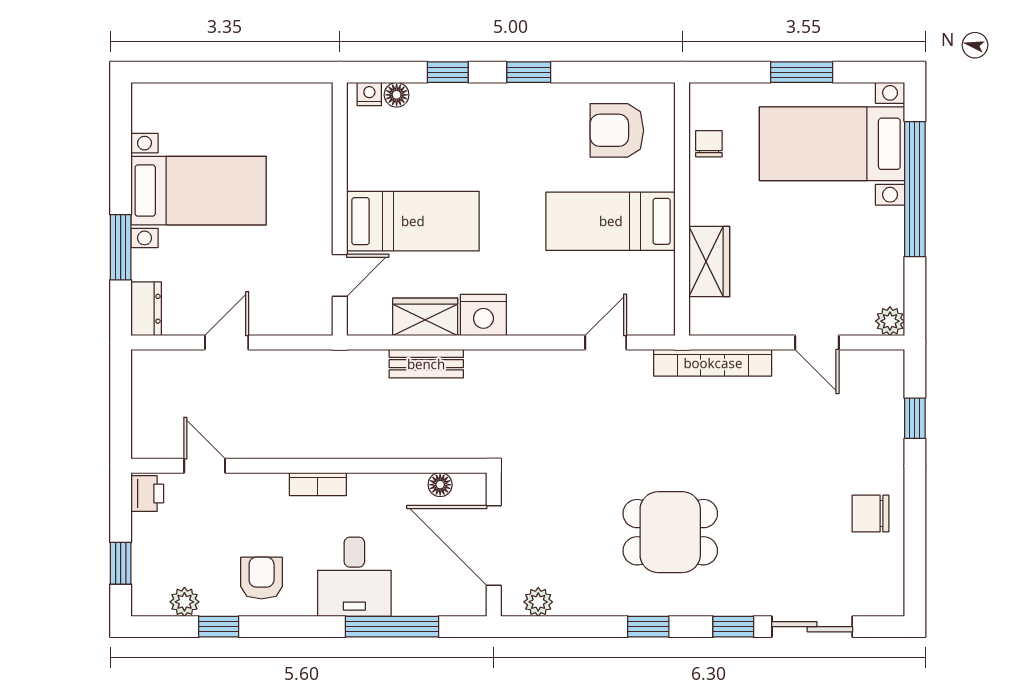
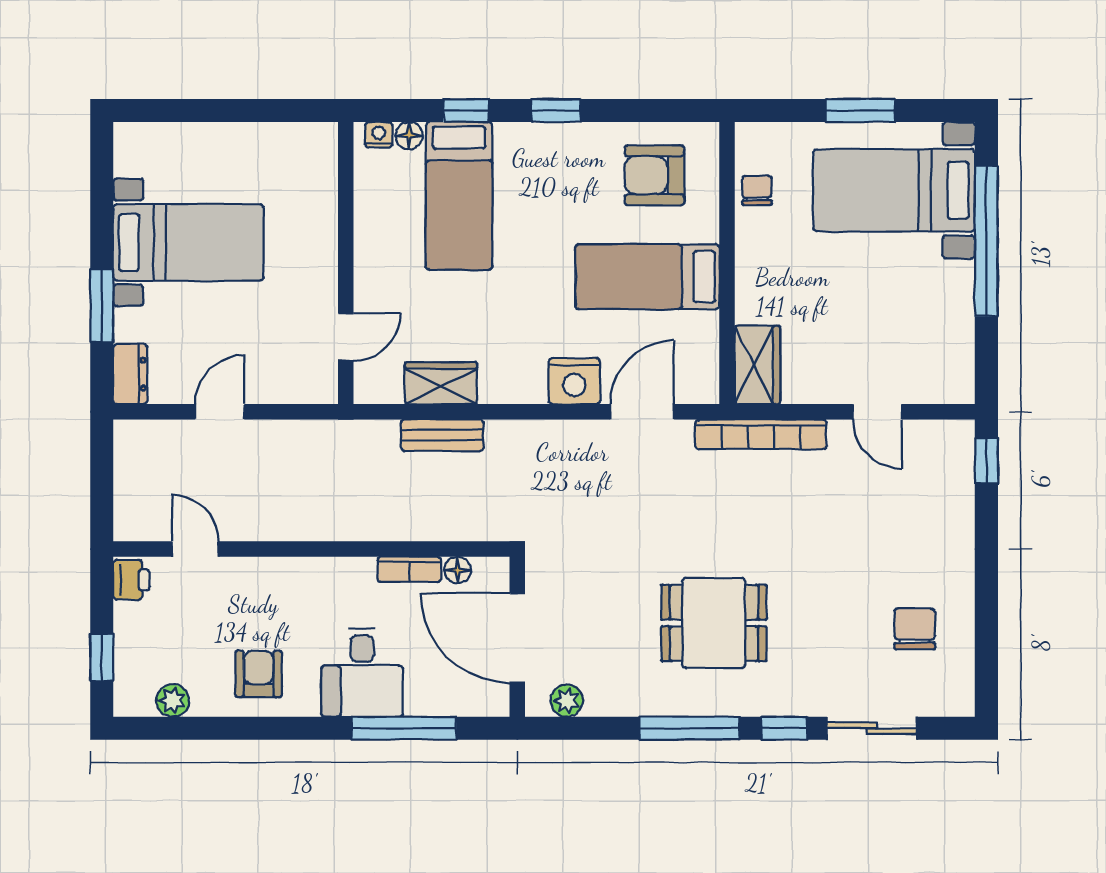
bed: (413, 221) -> (459, 196), moved, turned 90
wardrobe: (709, 262) -> (757, 365), moved
nightstand: (483, 315) -> (574, 381), moved
plant: (890, 321) -> (959, 388), removed
door: (606, 343) -> (642, 412), width x1.38
window: (915, 418) -> (986, 461), moved
bookcase: (318, 484) -> (409, 569), moved
chair: (870, 514) -> (915, 629), moved, turned 90
window: (219, 627) -> (211, 728), removed
window: (648, 627) -> (689, 728), width x2.17

